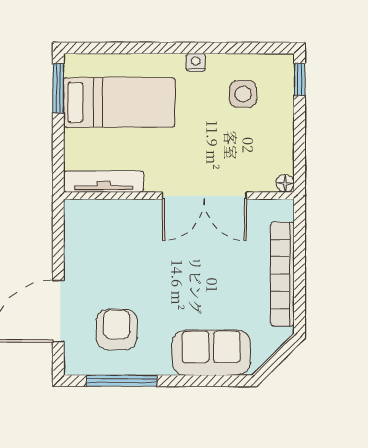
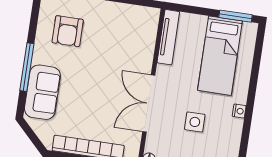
side table: (243, 94) -> (195, 122), moved
armchair: (117, 329) -> (68, 31), turned 90
window: (121, 381) -> (27, 67), moved

